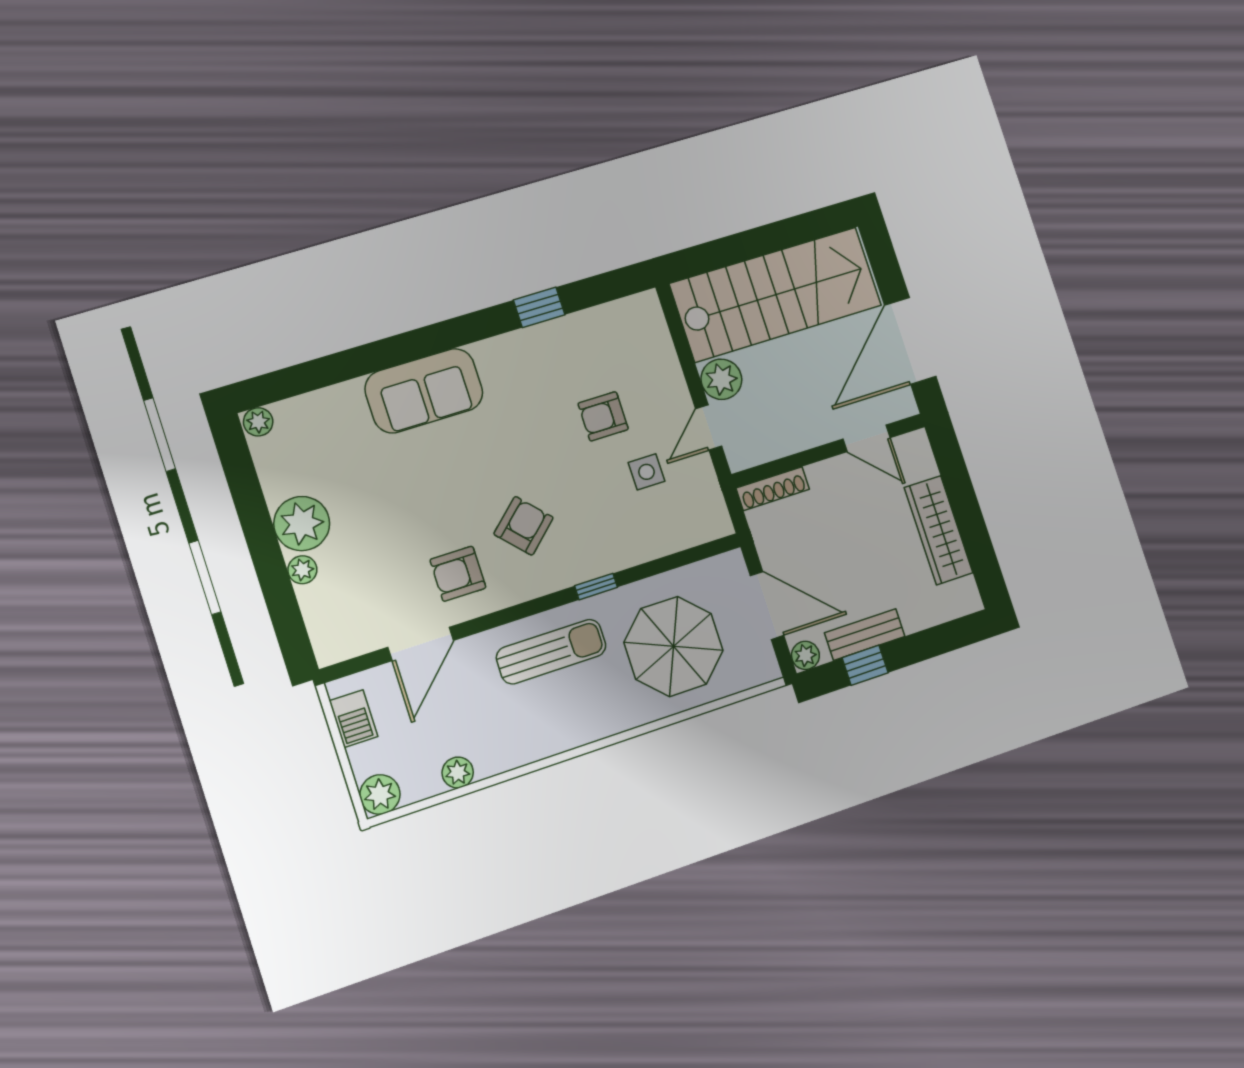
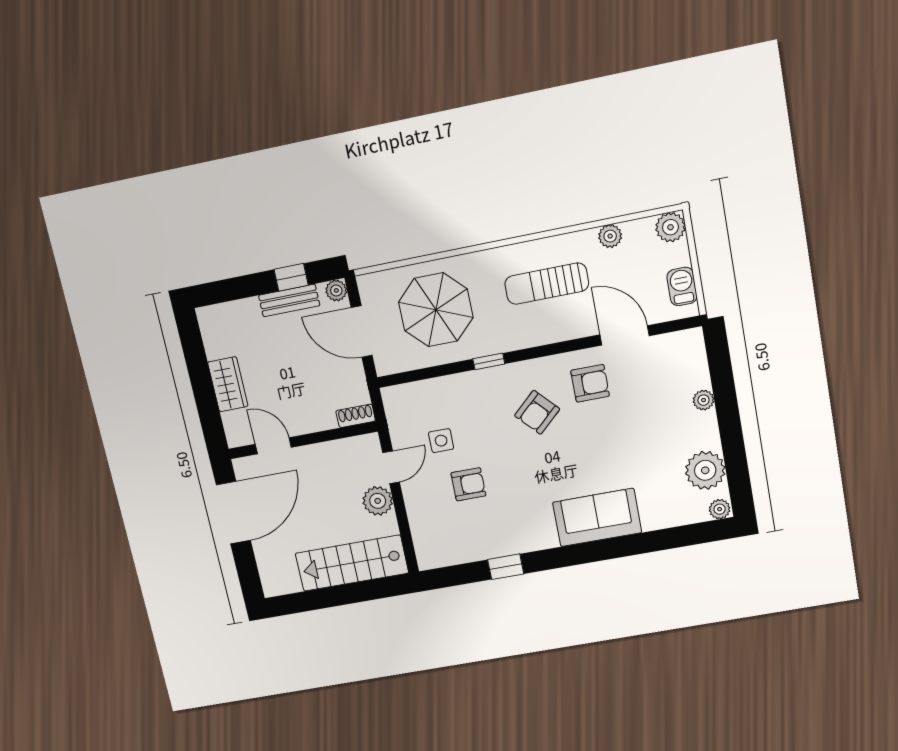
stairs: (776, 294) -> (352, 563), width x0.73, depth x0.66
shoe rack: (773, 489) -> (356, 416), width x0.70
plant: (302, 524) -> (705, 470), moved
wardrobe: (939, 530) -> (228, 384), width x0.67
door: (421, 644) -> (625, 335), hinge flipped
sun lounger: (551, 652) -> (547, 284), moved

